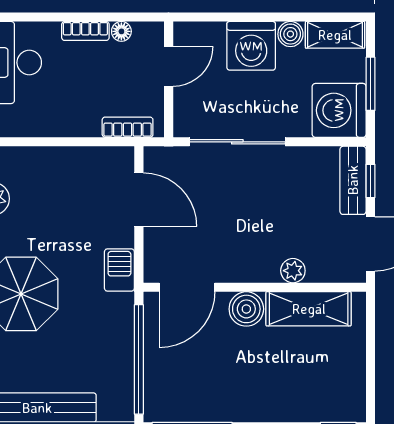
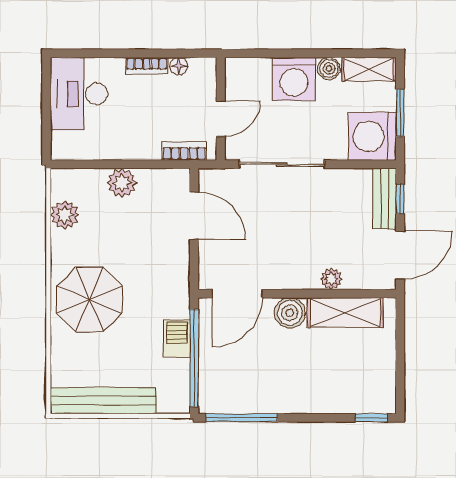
door: (169, 66) -> (221, 119), moved
plant: (58, 163) -> (122, 183), added
barbecue: (119, 270) -> (177, 338), moved

